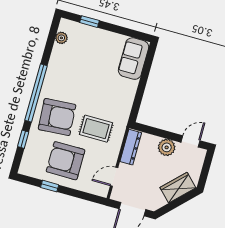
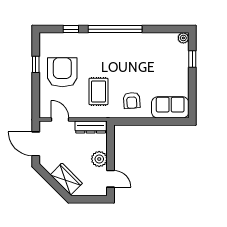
plant: (61, 38) -> (183, 38), moved
armchair: (57, 117) -> (132, 100), moved, width x0.53, depth x0.53

